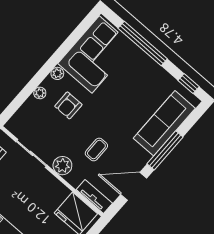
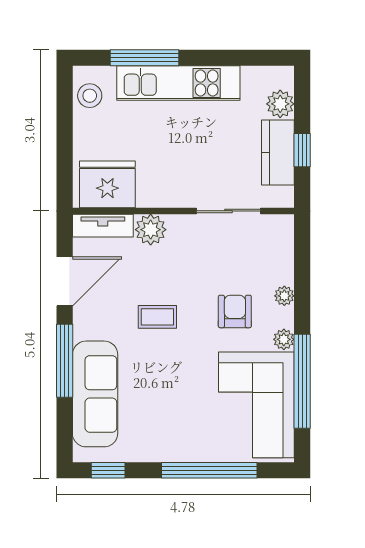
window: (66, 47) -> (302, 381), added
coffee table: (96, 149) -> (157, 317), moved, turned 90
plant: (62, 166) -> (151, 230), moved

